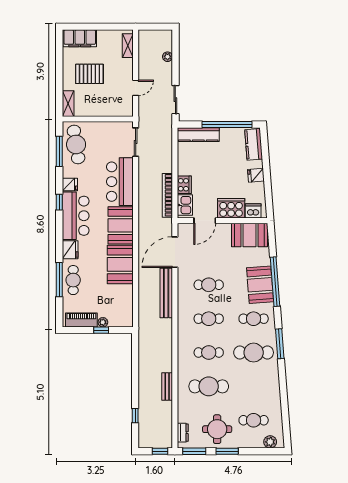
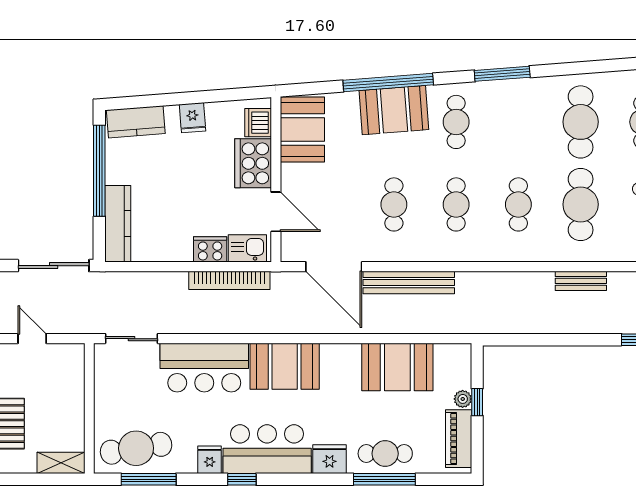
sliding door: (175, 100) -> (54, 266), width x1.37
booth: (120, 264) -> (397, 367), moved
cafe table: (254, 353) -> (581, 122), moved

